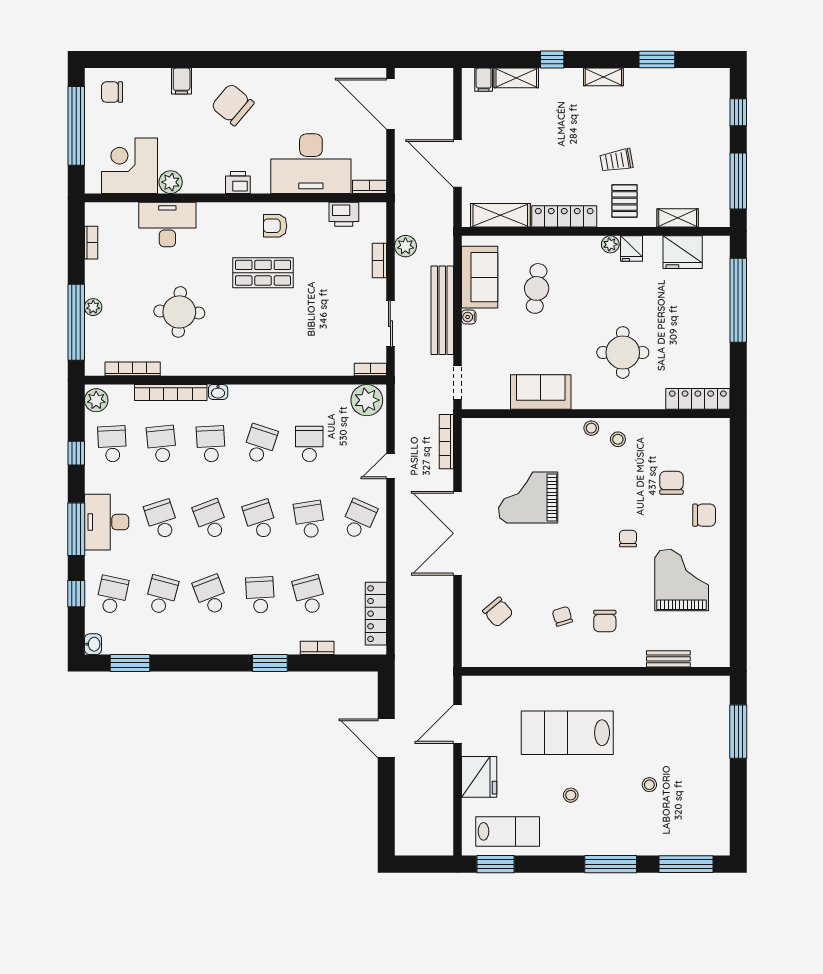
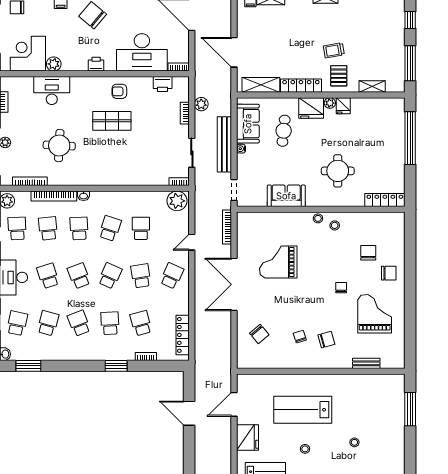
fridge: (683, 252) -> (311, 108), moved
school desk: (260, 519) -> (110, 276), turned 42
chair: (605, 621) -> (326, 340), turned -106

